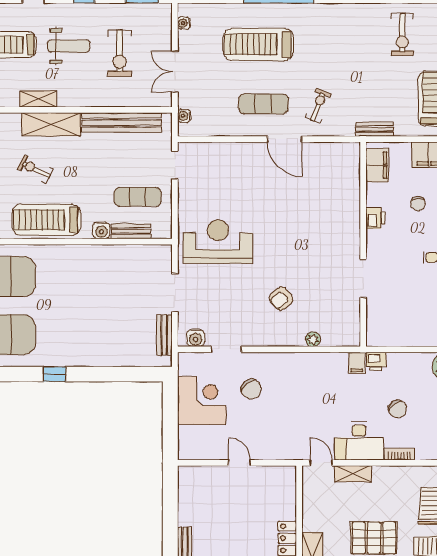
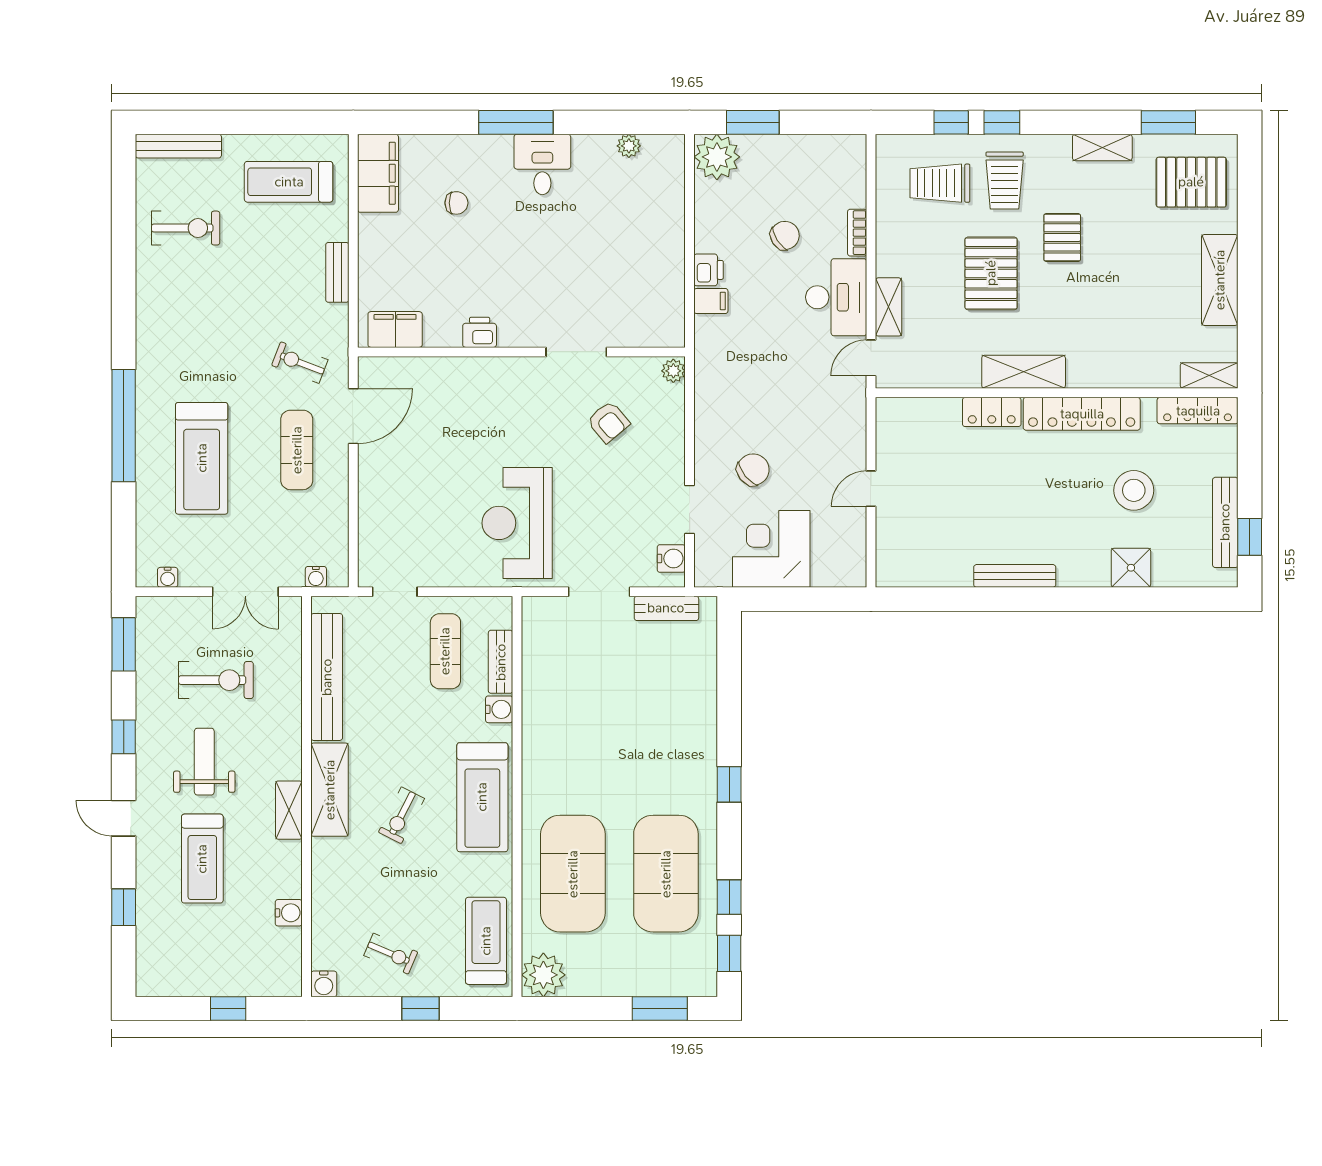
filing cabinet: (377, 165) -> (395, 330), moved
printer: (375, 218) -> (480, 332), moved
wall: (363, 244) -> (521, 352), moved
doorway: (363, 279) -> (576, 352), moved

